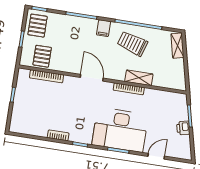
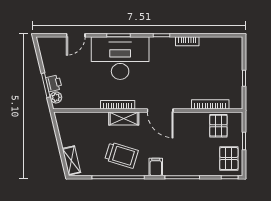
shelving: (139, 78) -> (124, 119), moved
plant: (182, 104) -> (56, 97), added
printer: (183, 128) -> (54, 83), moved

